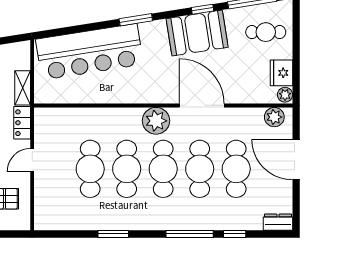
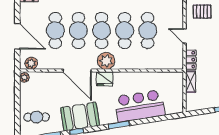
bar counter: (89, 52) -> (140, 106), width x0.73
fridge: (281, 73) -> (105, 79), moved, turned 90
door: (32, 160) -> (185, 36), swing flipped

